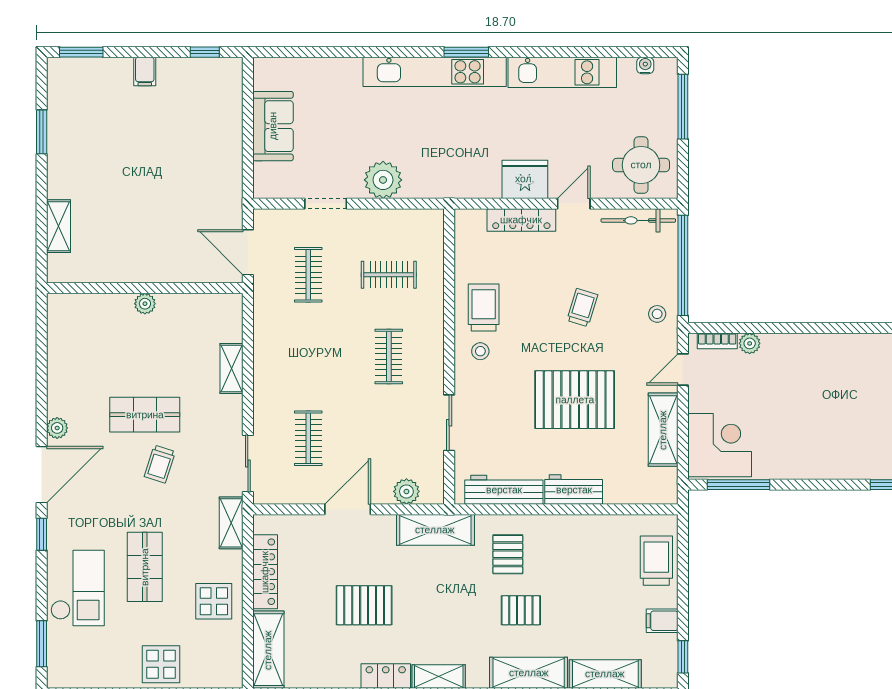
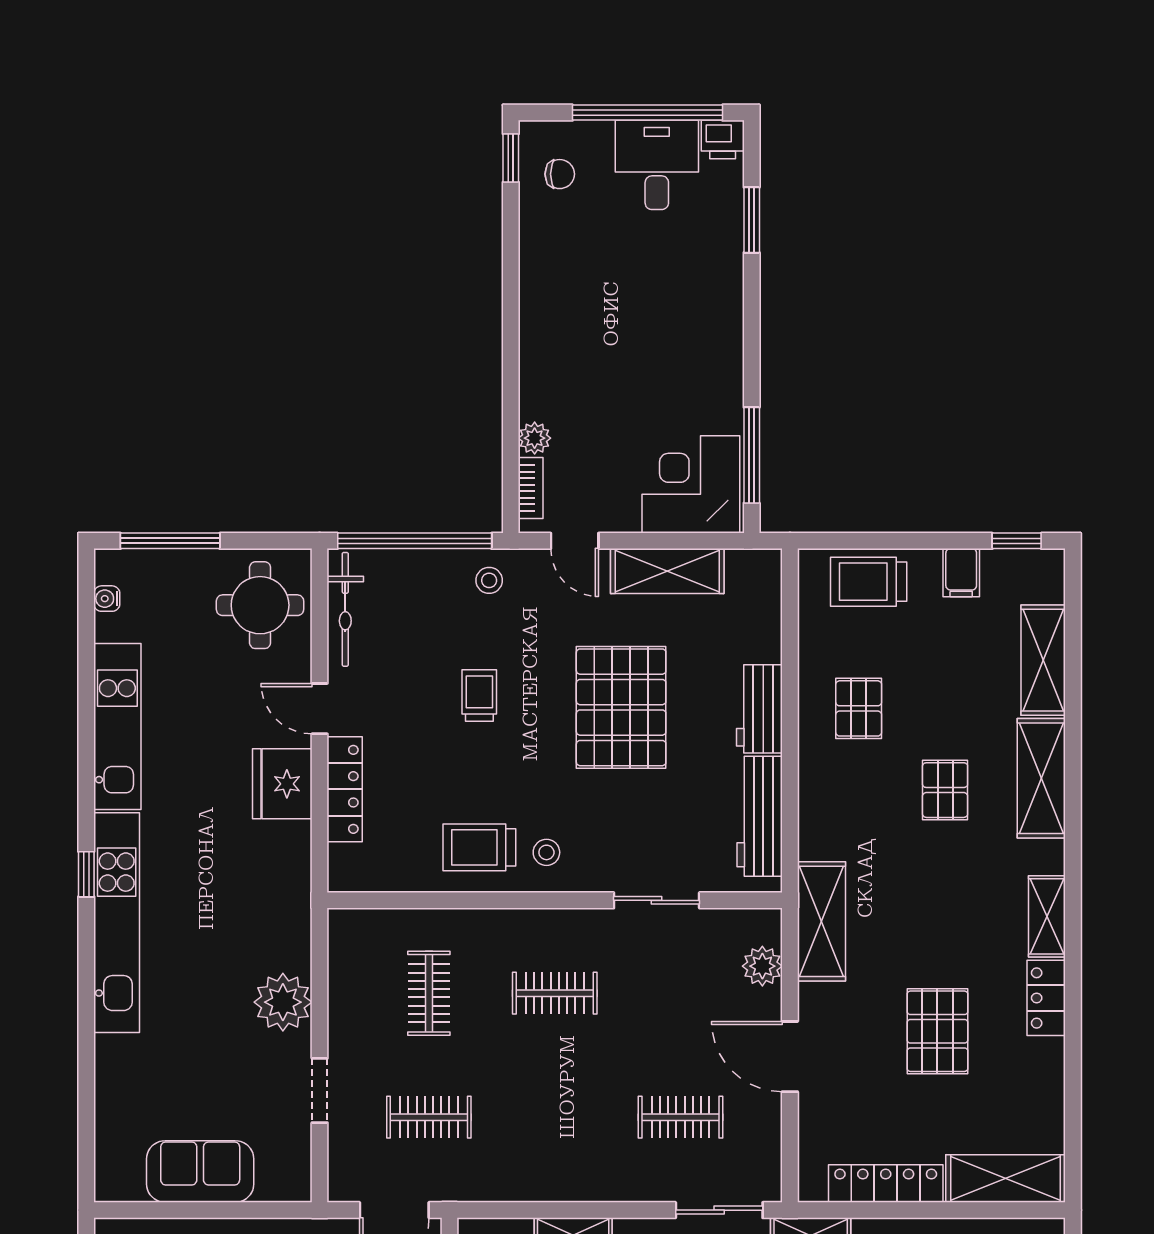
window: (466, 52) -> (86, 874), width x0.67
trolley: (582, 308) -> (479, 696), turned 73
pallet: (508, 554) -> (859, 708), moved, turned 90

